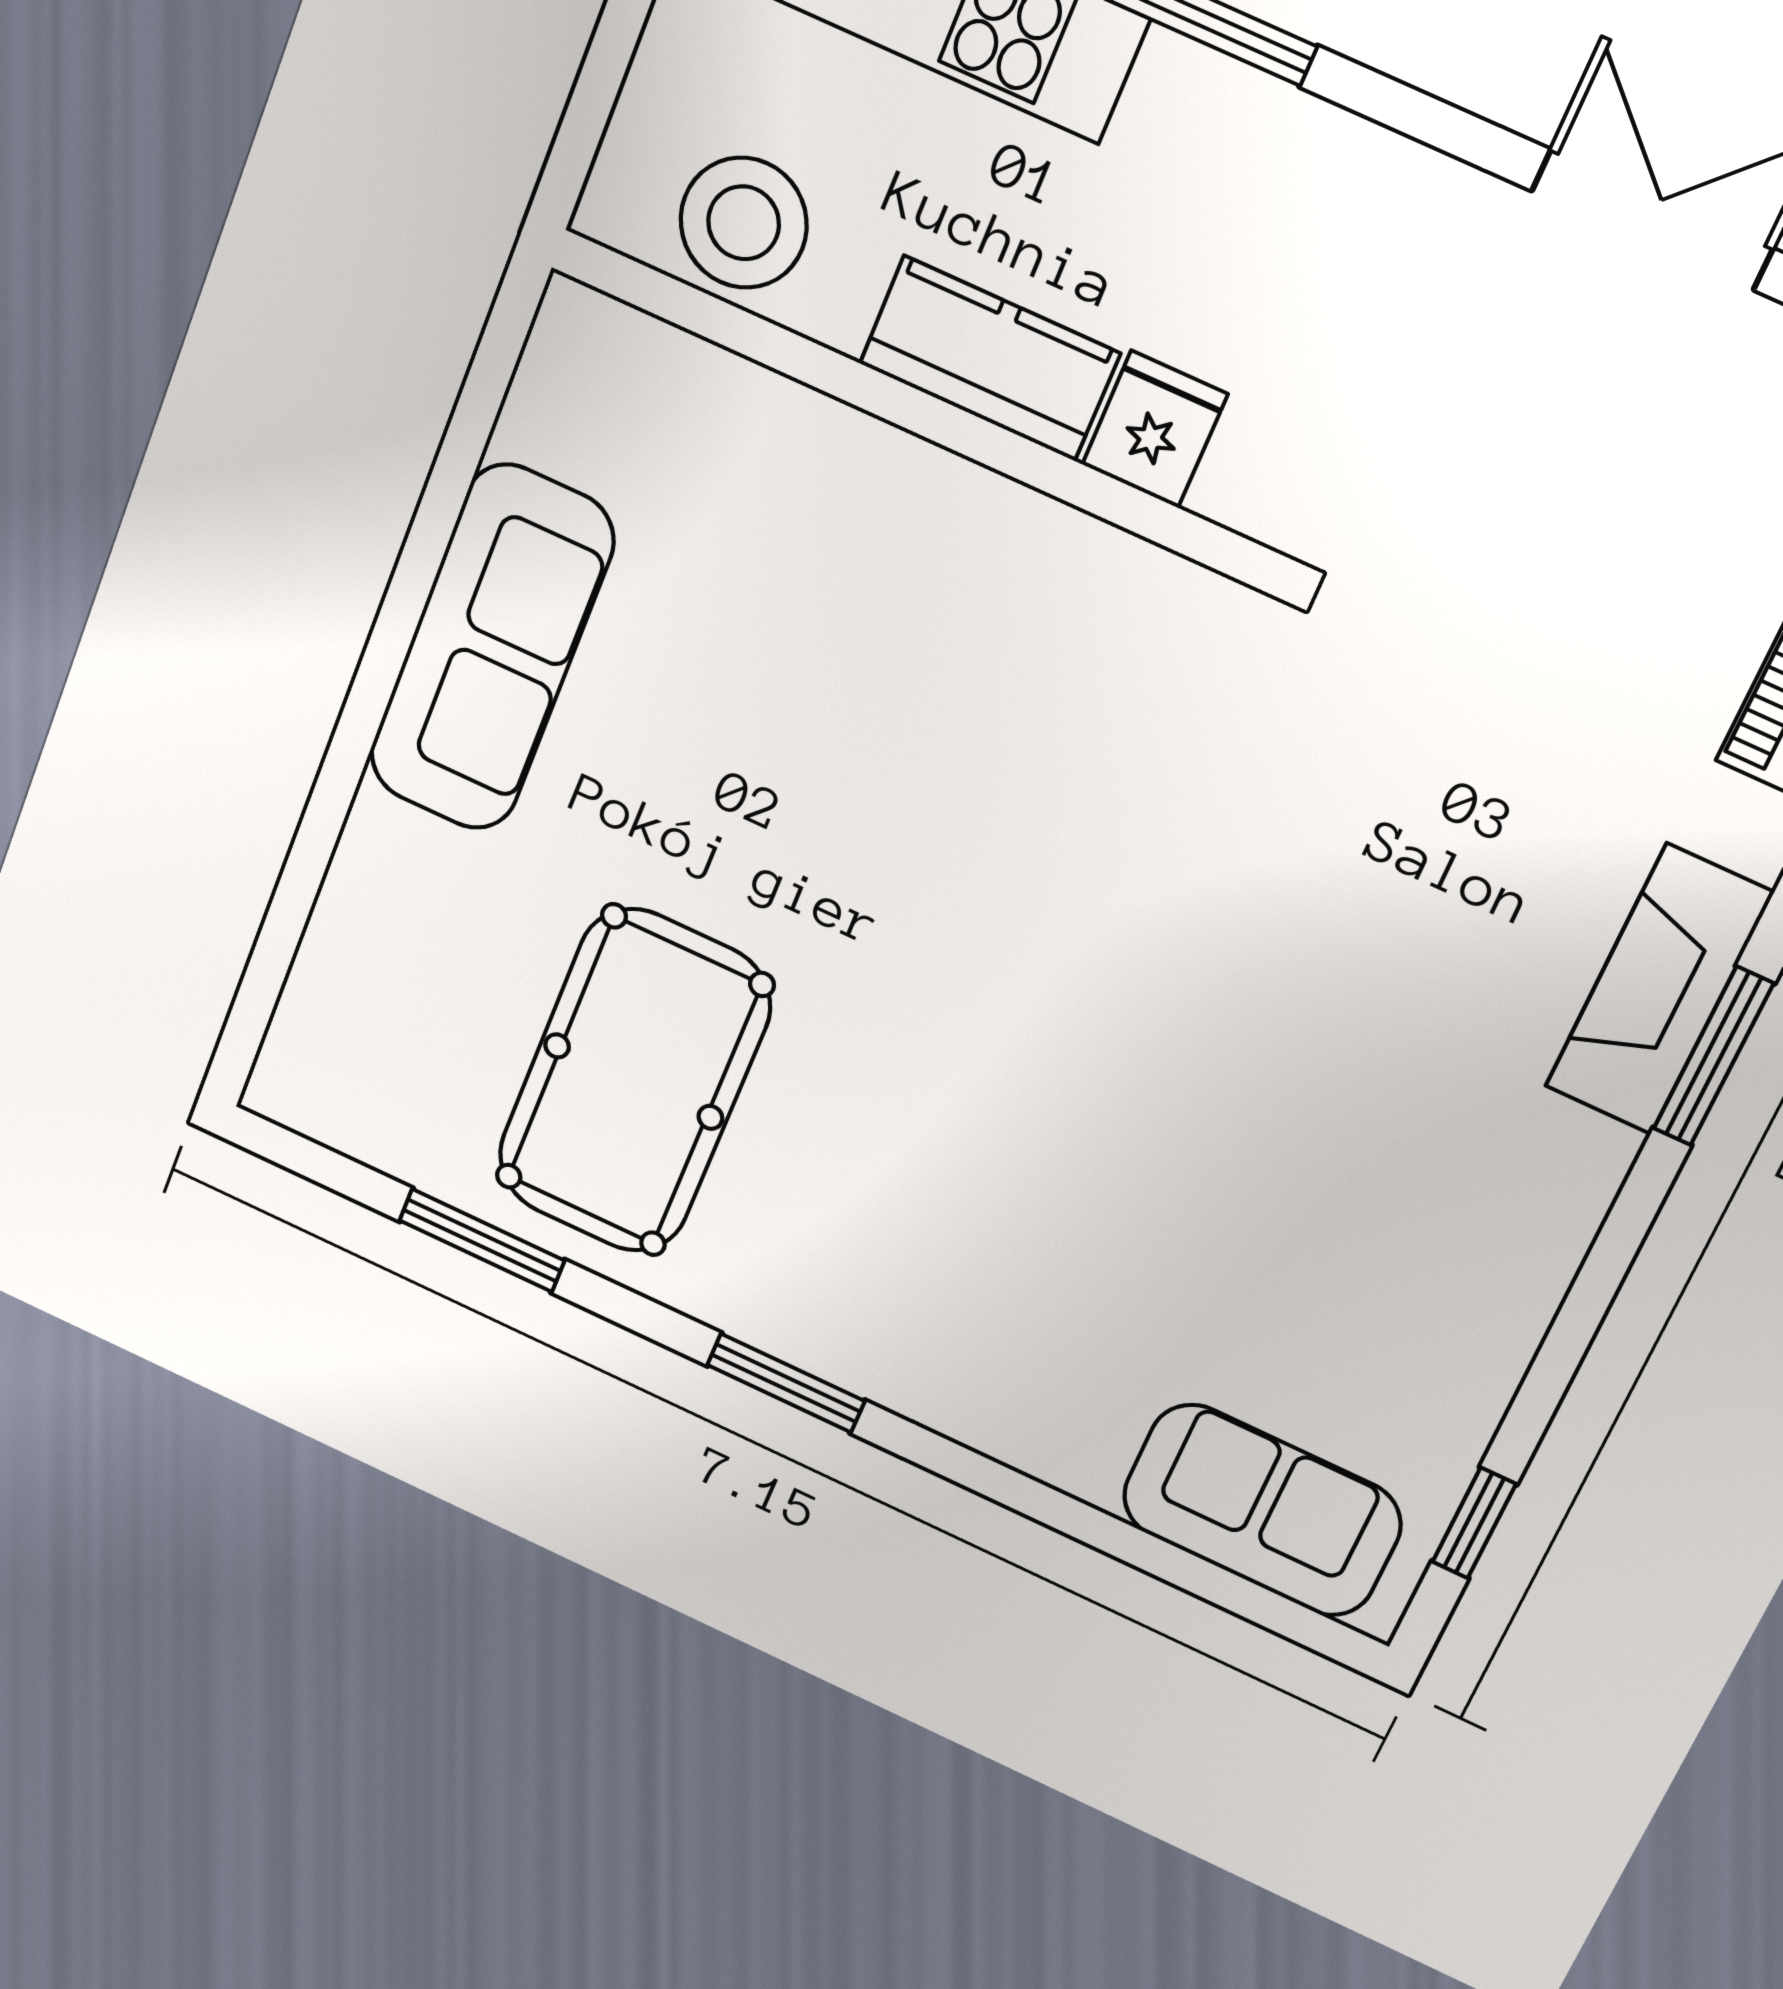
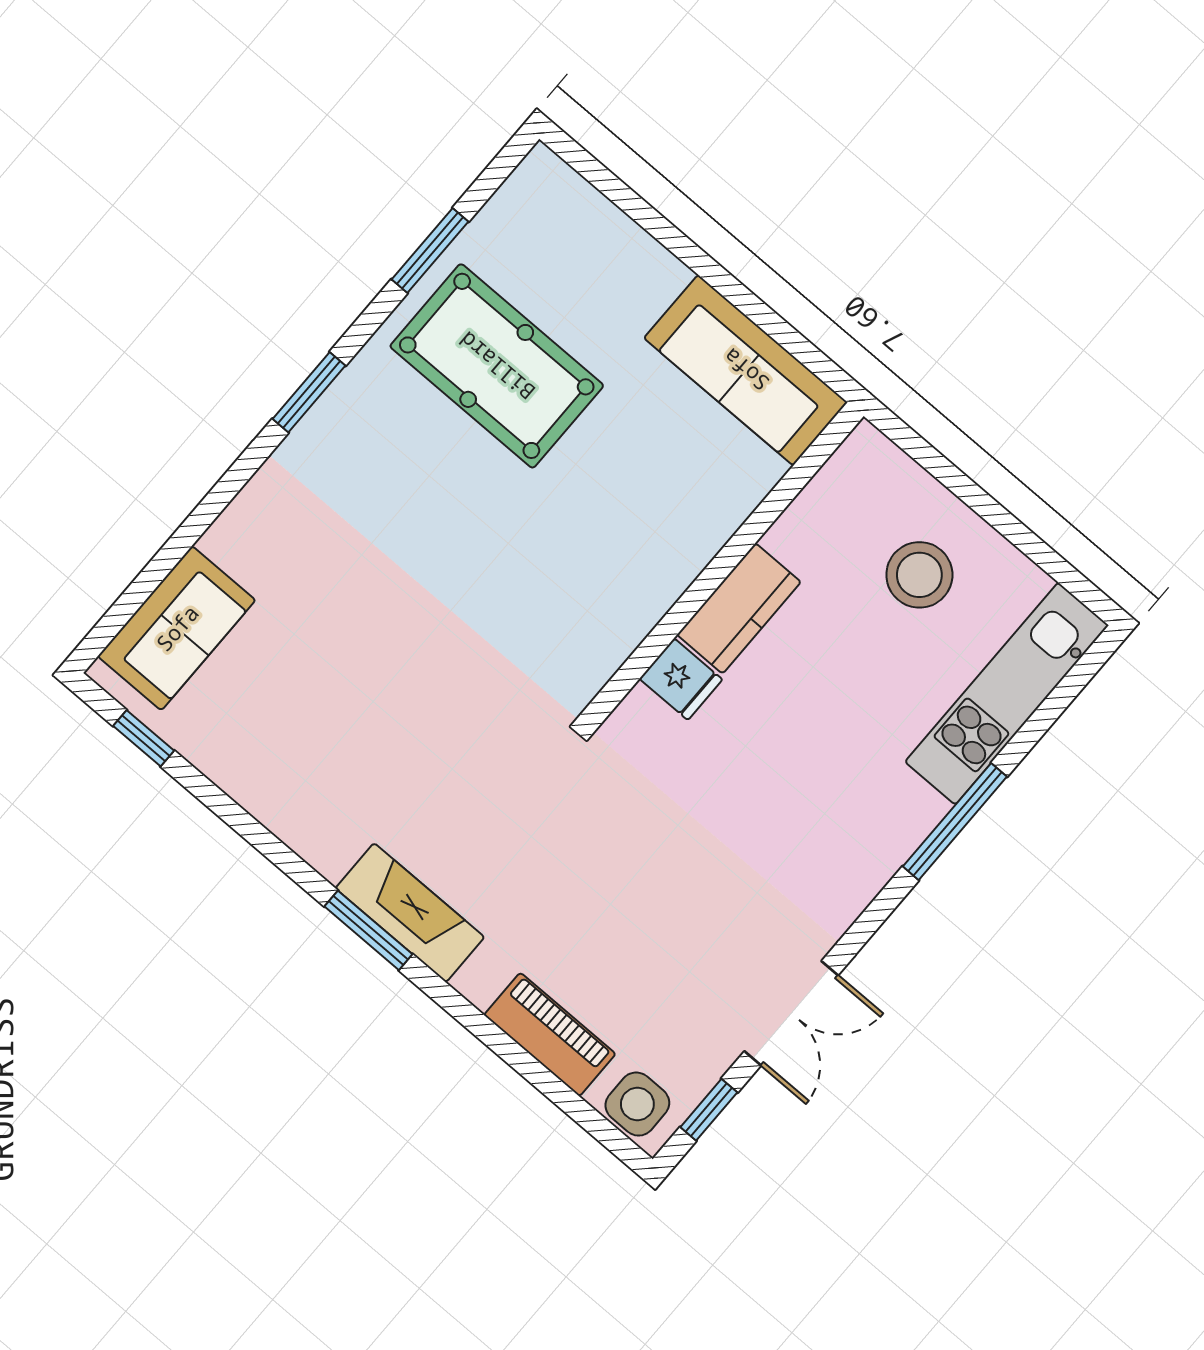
kitchen counter: (989, 358) -> (739, 608), moved
wall: (916, 411) -> (724, 563), moved
fridge: (1155, 429) -> (681, 679), moved

